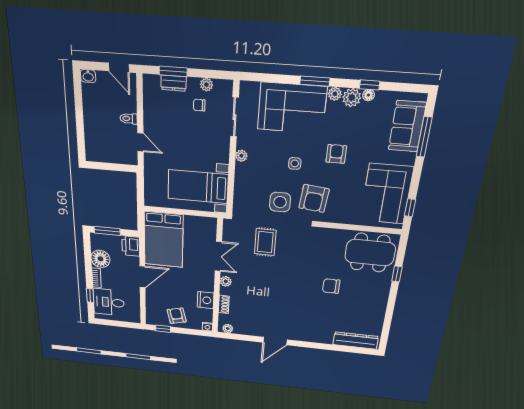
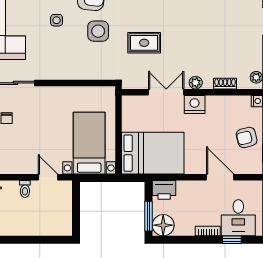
door: (140, 142) -> (48, 177), hinge flipped
plant: (241, 156) -> (53, 74), removed
bed with nightstands: (198, 187) -> (89, 143), moved, turned 180
floor lamp: (100, 259) -> (163, 225), moved
door: (142, 277) -> (220, 177), moved
nightstand: (206, 300) -> (195, 104), moved

